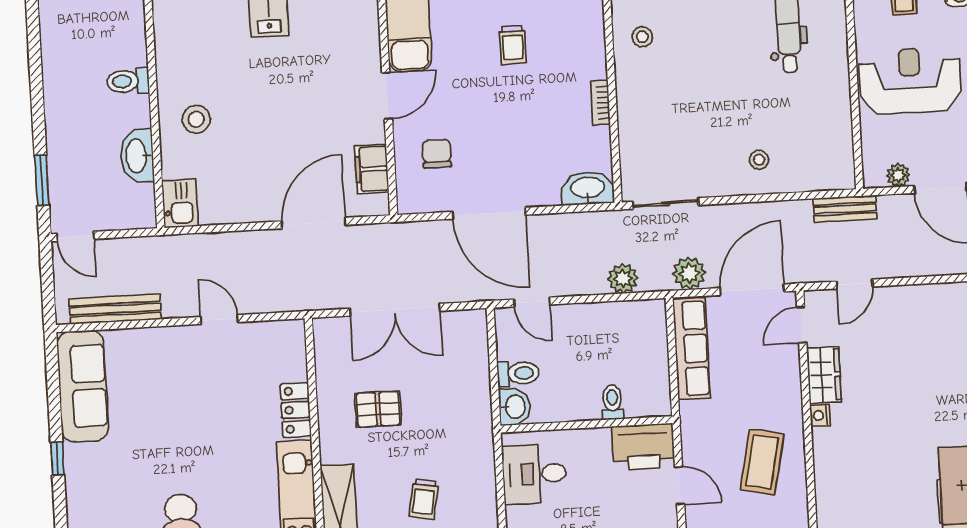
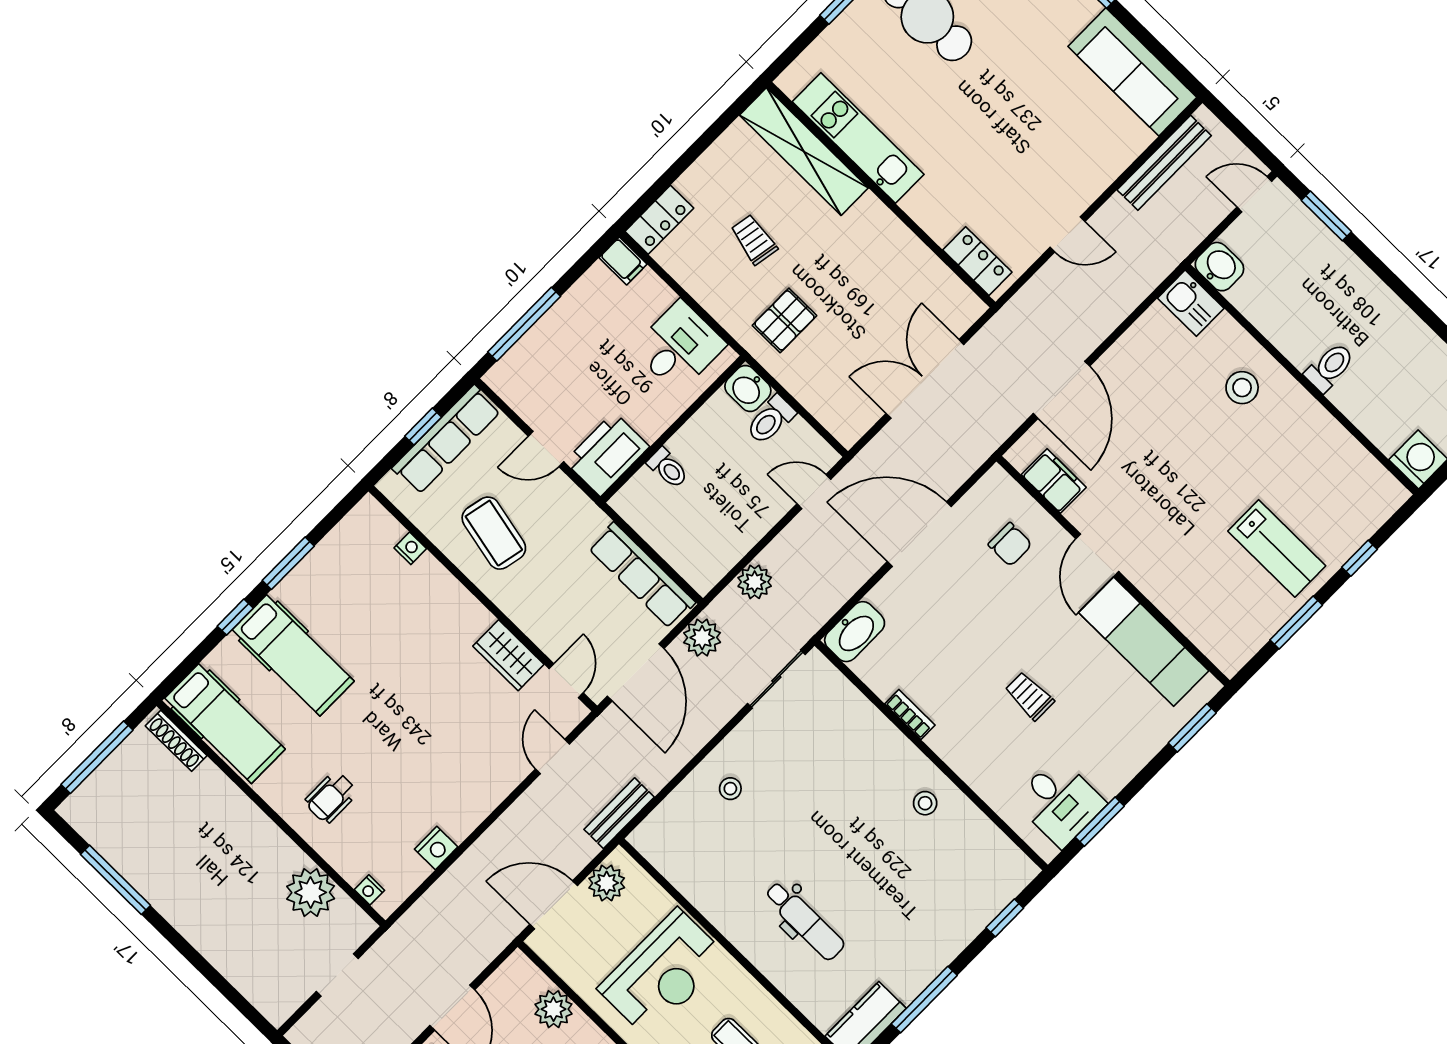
washbasin: (137, 156) -> (1219, 267), moved, width x0.72
plant: (898, 175) -> (607, 883), width x1.38, depth x1.38
pallet: (378, 409) -> (784, 320), moved
locker: (296, 410) -> (977, 261), moved
nightstand: (820, 415) -> (410, 548), moved

